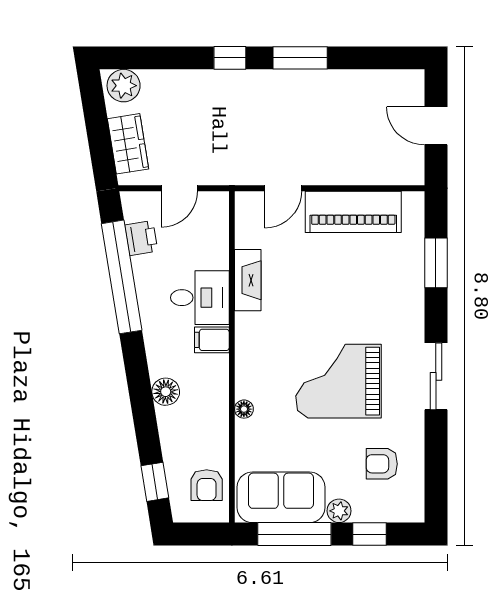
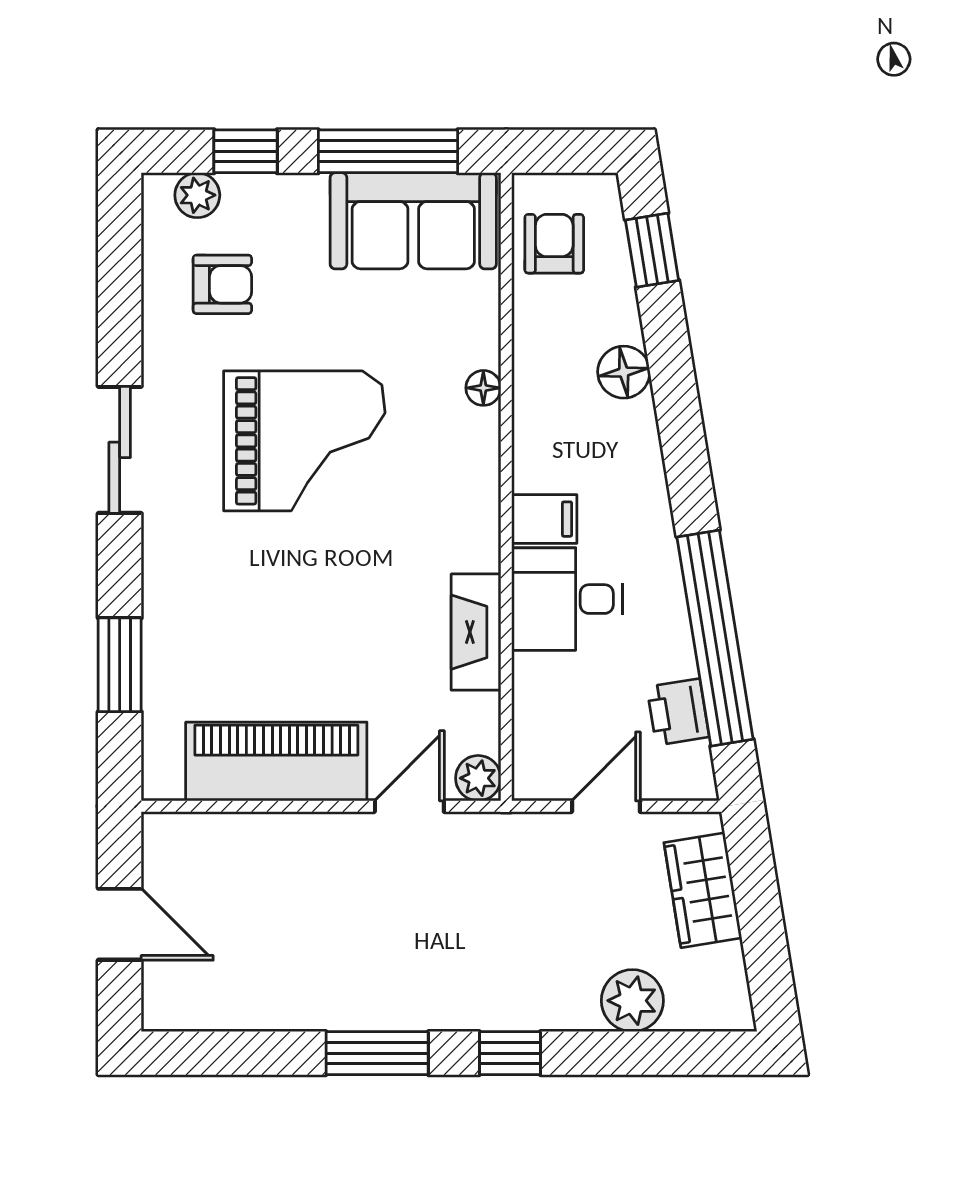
plant: (124, 86) -> (632, 1001), moved
plant: (247, 203) -> (478, 778), added
floor lamp: (166, 392) -> (624, 372), moved
plant: (339, 511) -> (197, 195), moved

